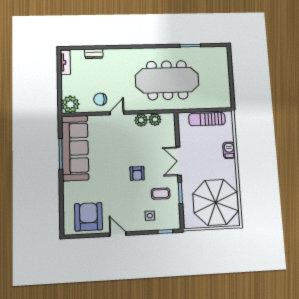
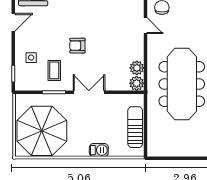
plant: (141, 120) -> (137, 83), moved

